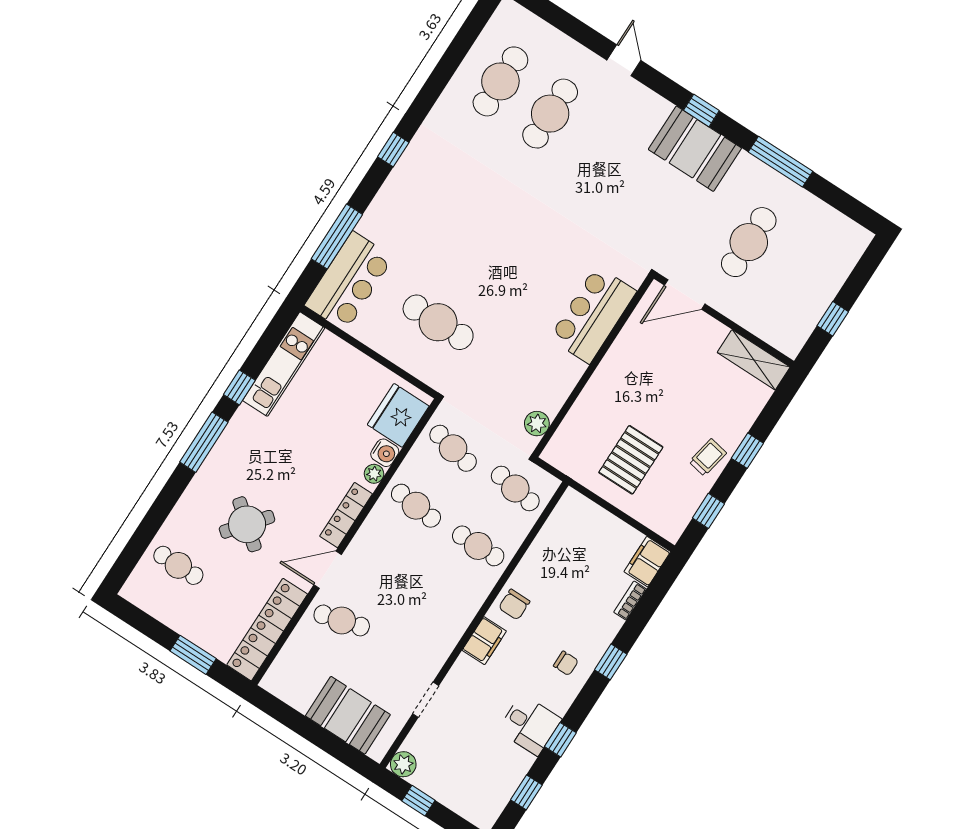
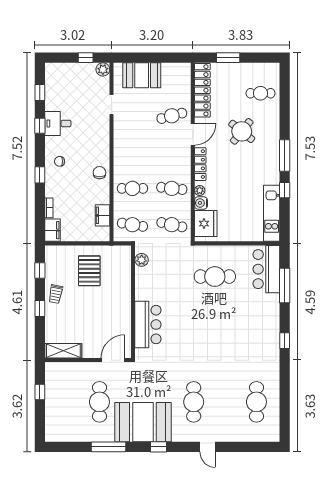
cafe table: (550, 114) -> (194, 402), moved
booth: (695, 149) -> (143, 422), width x1.36, depth x1.42
filing cabinet: (484, 641) -> (102, 215), moved

